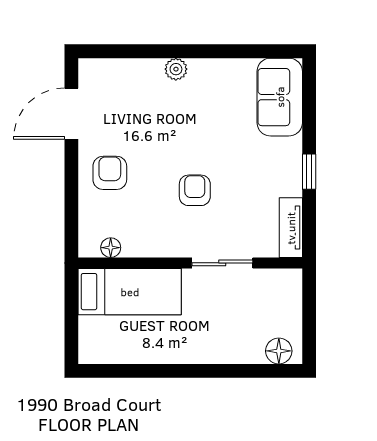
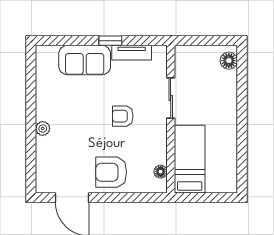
sofa: (280, 97) -> (85, 60), moved
armchair: (110, 173) -> (111, 172), width x1.38, depth x1.38
tv unit: (291, 228) -> (132, 53), moved

